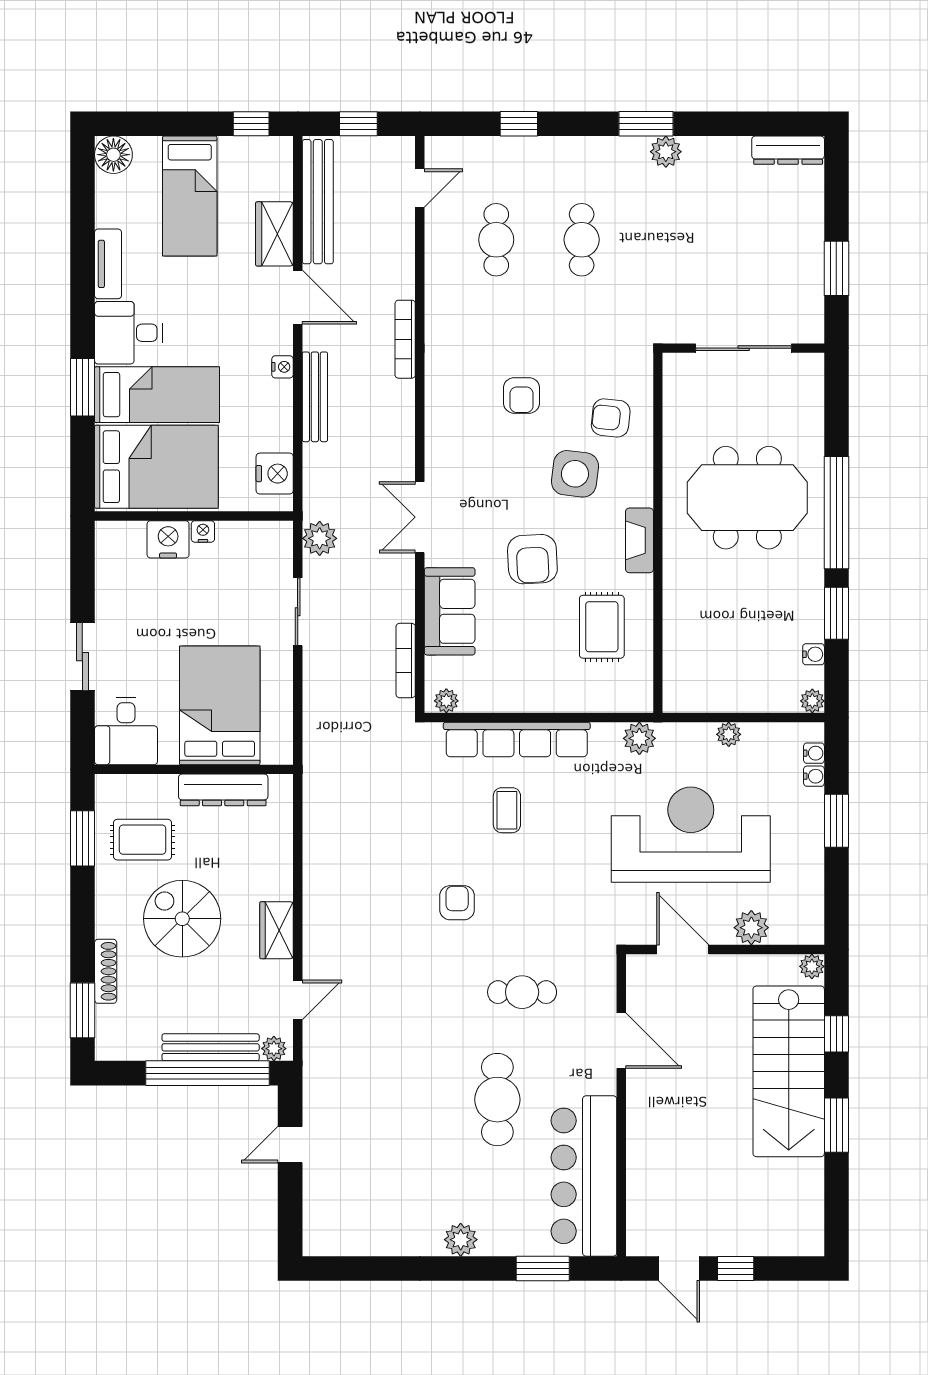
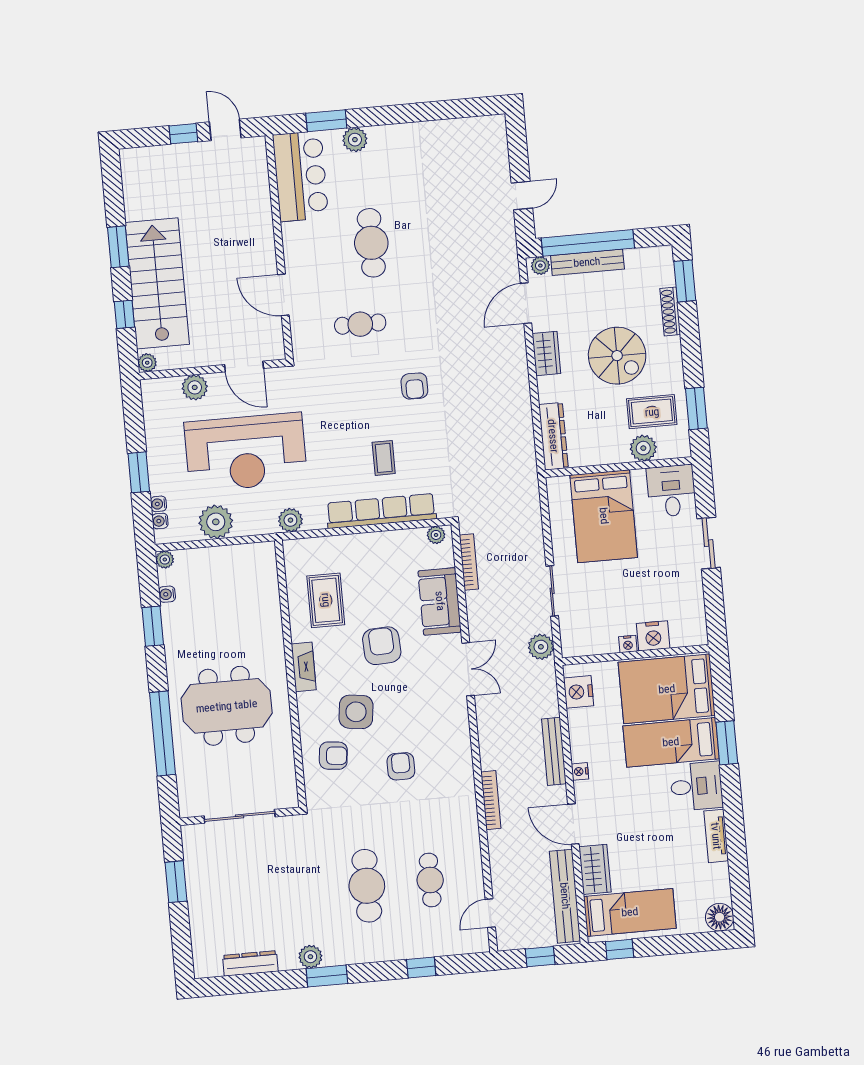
dresser: (788, 150) -> (250, 963), moved
bed: (190, 196) -> (630, 912), moved, turned 90
cafe table: (582, 240) -> (367, 886), width x1.37, depth x1.35
window: (836, 513) -> (163, 733), moved
plant: (729, 734) -> (216, 522), width x1.88, depth x1.88
dresser: (223, 790) -> (553, 436), moved, turned 90
plant: (158, 792) -> (643, 448), added
door: (298, 1000) -> (526, 303), width x1.38
bar counter: (584, 1176) -> (301, 176), width x0.73
plant: (461, 1240) -> (355, 140), moved

